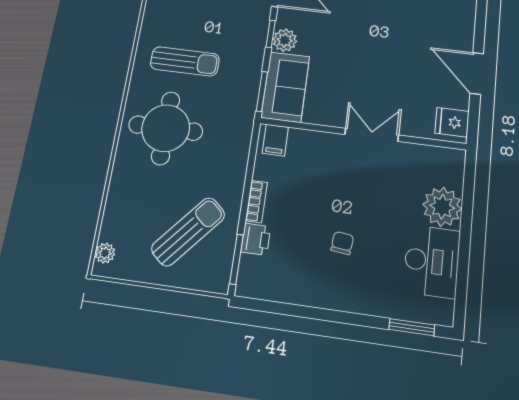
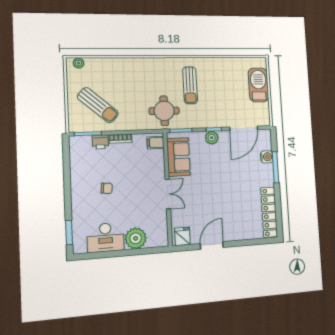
sofa: (285, 87) -> (179, 157), moved, turned -90
round table: (166, 128) -> (164, 111), moved, width x0.73, depth x0.73

